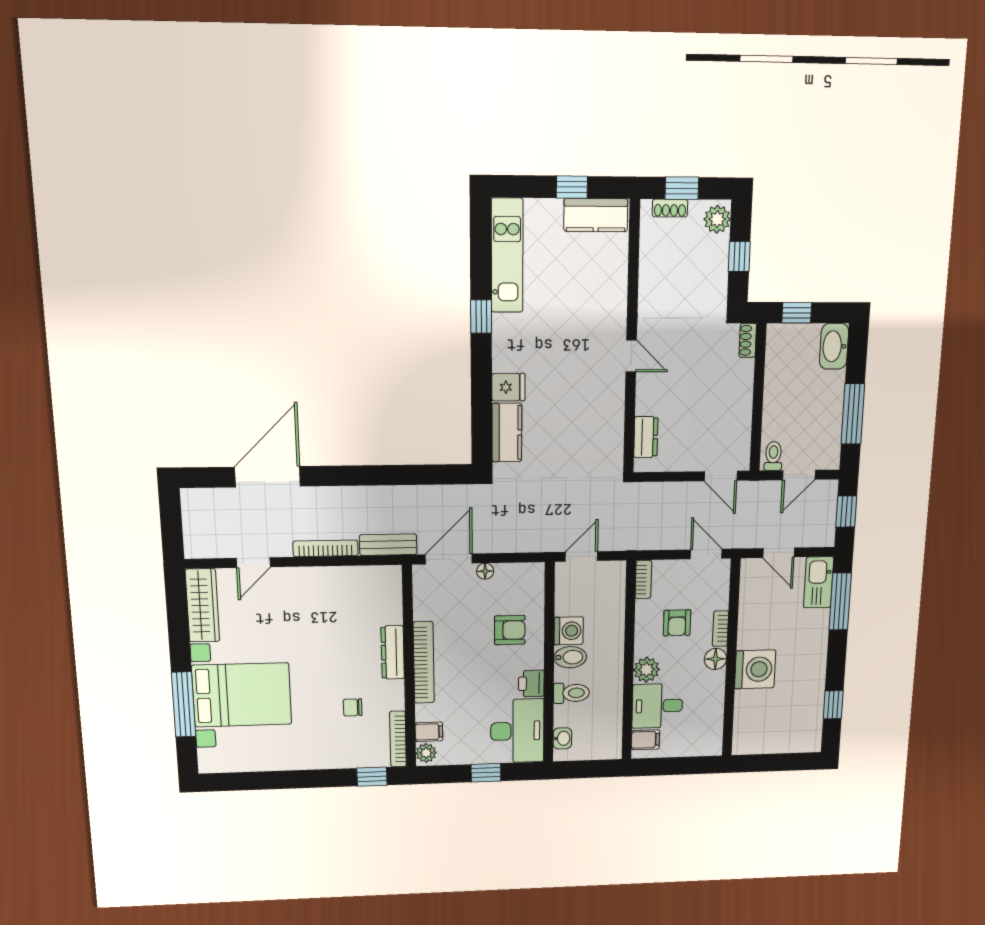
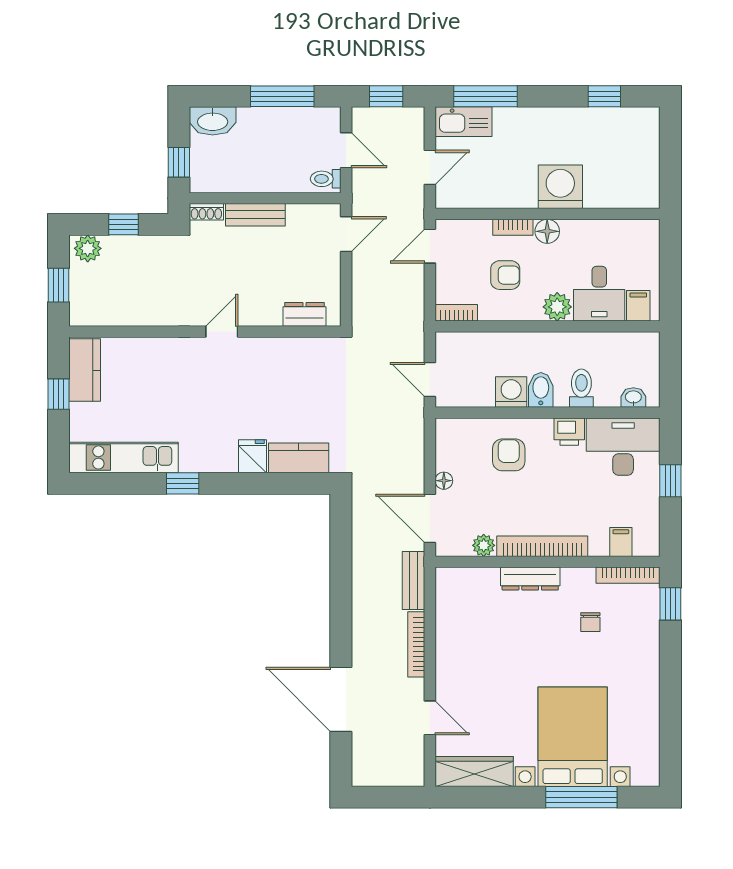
shoe rack: (670, 208) -> (77, 296), removed
bench: (743, 389) -> (255, 215), added
plant: (426, 753) -> (484, 545), moved

